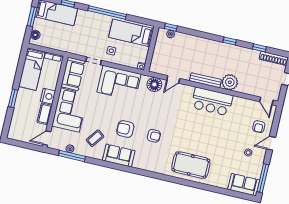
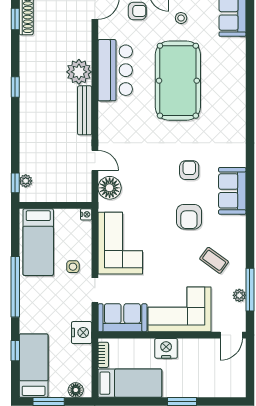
nightstand: (70, 47) -> (82, 333), added
window: (259, 48) -> (15, 19), moved
bar counter: (212, 101) -> (115, 70), moved
cot: (45, 114) -> (195, 347), removed
door: (47, 138) -> (231, 335), hinge flipped
sofa: (119, 155) -> (232, 191), moved
pool table: (191, 165) -> (178, 81), moved, width x1.36, depth x1.32

